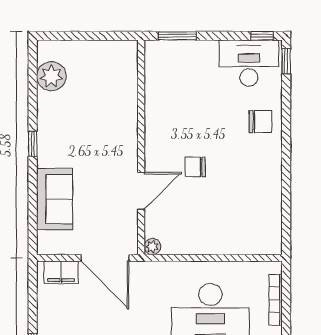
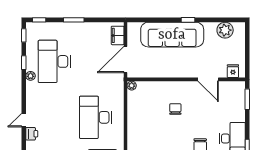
fridge: (126, 62) -> (233, 71), added
door: (141, 191) -> (208, 79), moved
sofa: (55, 199) -> (172, 35), width x1.85, depth x1.27

